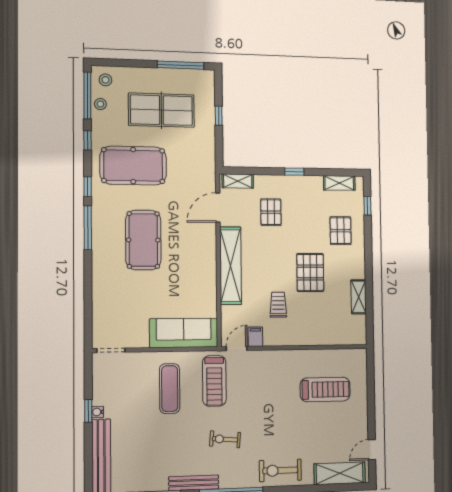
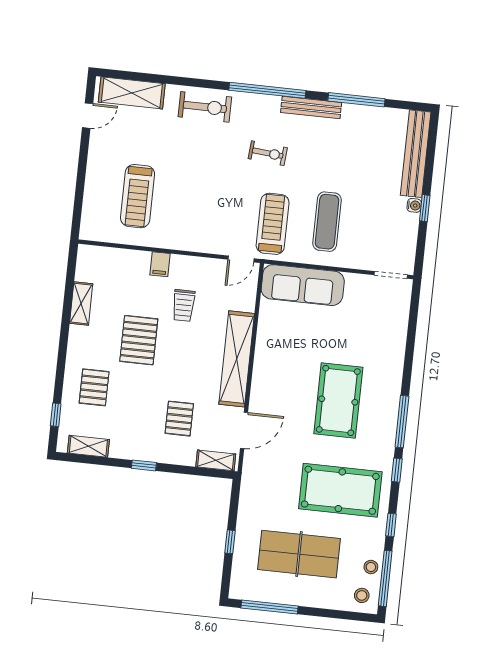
filing cabinet: (255, 337) -> (160, 264), moved
treadmill: (325, 389) -> (138, 196), turned -90

